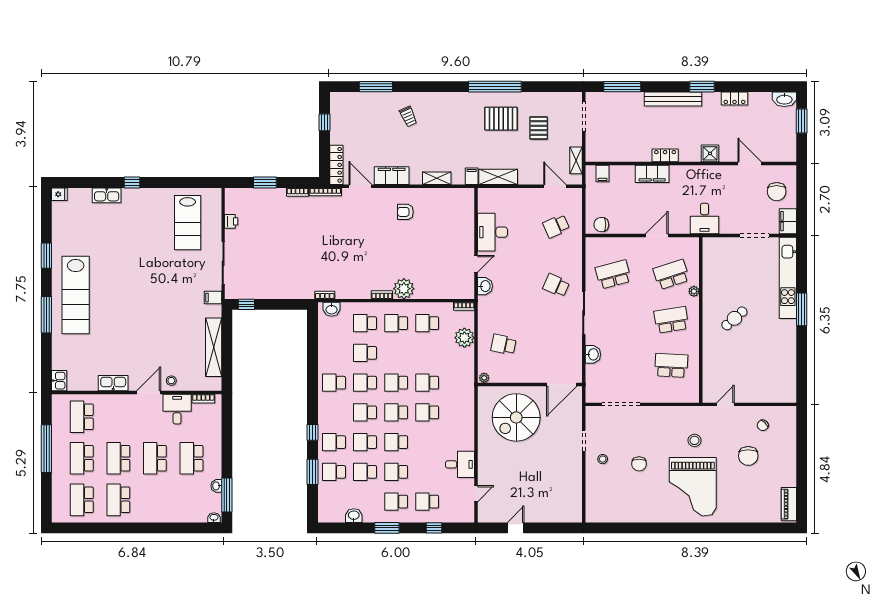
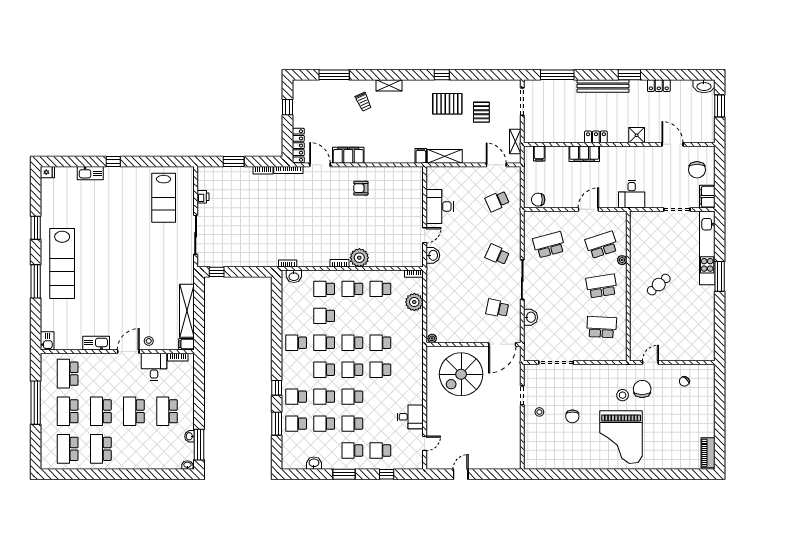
window: (495, 87) -> (442, 75), width x0.32
shelving: (437, 178) -> (389, 85), moved
filing cabinet: (213, 298) -> (187, 344), moved
school desk: (504, 344) -> (497, 308), moved
chair: (748, 456) -> (642, 389), moved, turned 180

